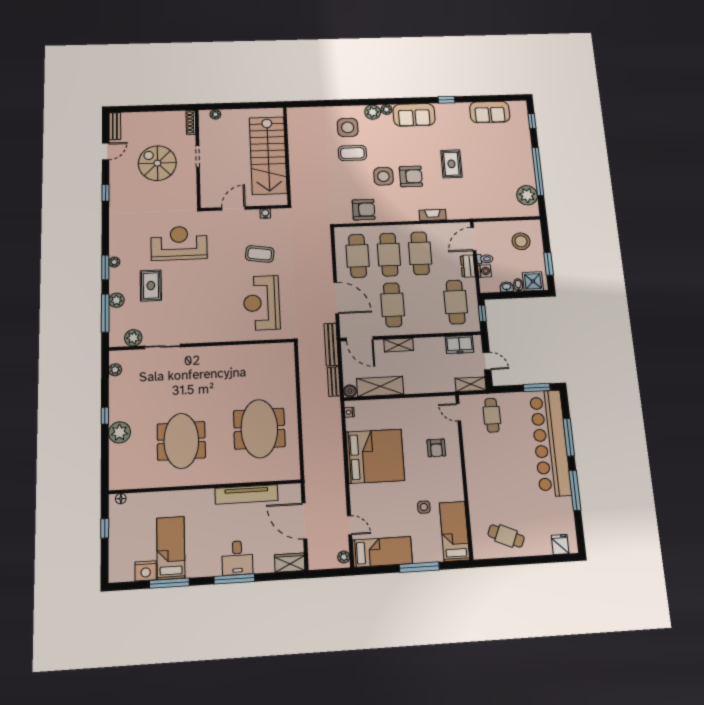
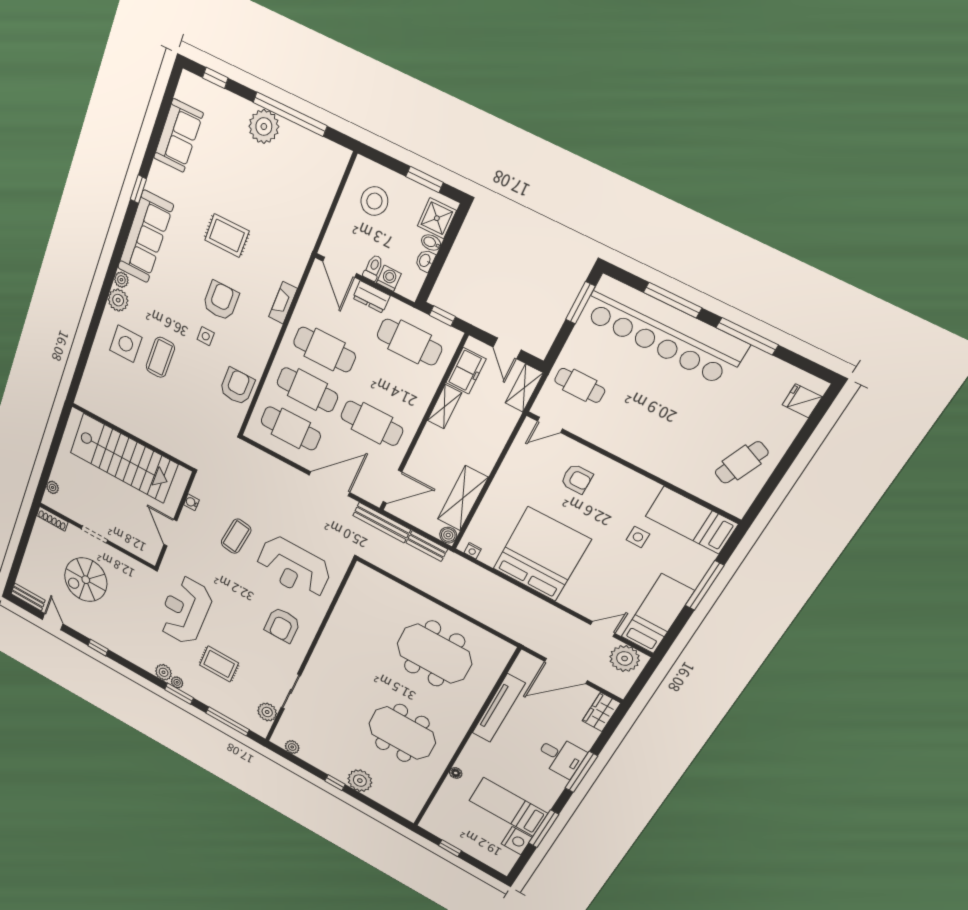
sofa: (414, 115) -> (145, 237), width x1.36
side table: (383, 176) -> (206, 336), width x0.54, depth x0.54
plant: (527, 195) -> (264, 126), moved
plant: (116, 300) -> (164, 672), moved
armchair: (213, 316) -> (282, 625), added
shelving: (399, 345) -> (444, 407), moved
door: (487, 361) -> (507, 348), swing flipped
floor lamp: (121, 499) -> (456, 773), moved
plant: (344, 557) -> (625, 659), width x1.88, depth x1.88

